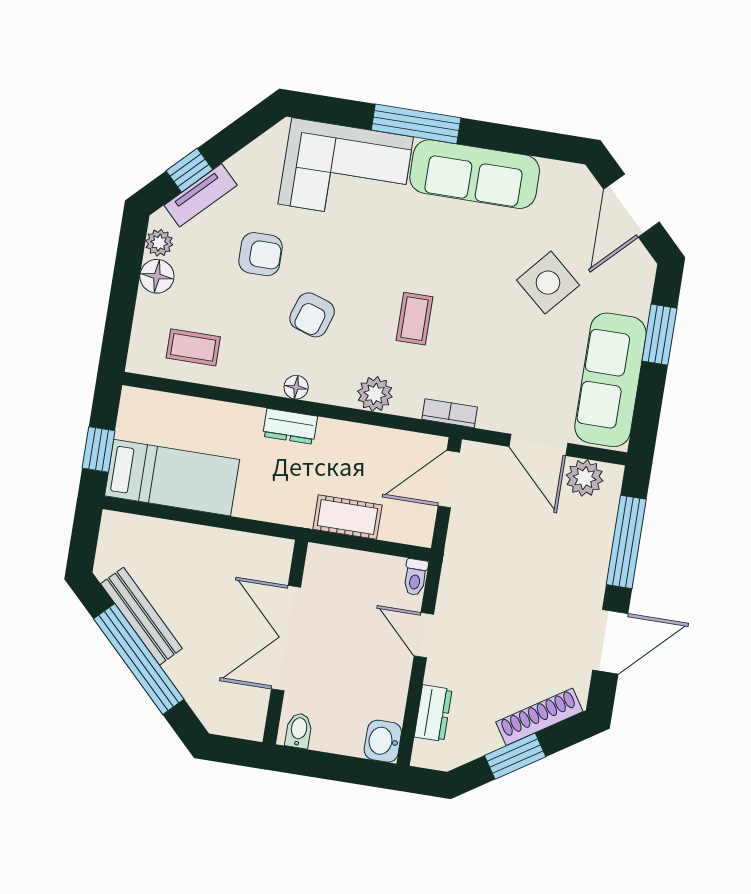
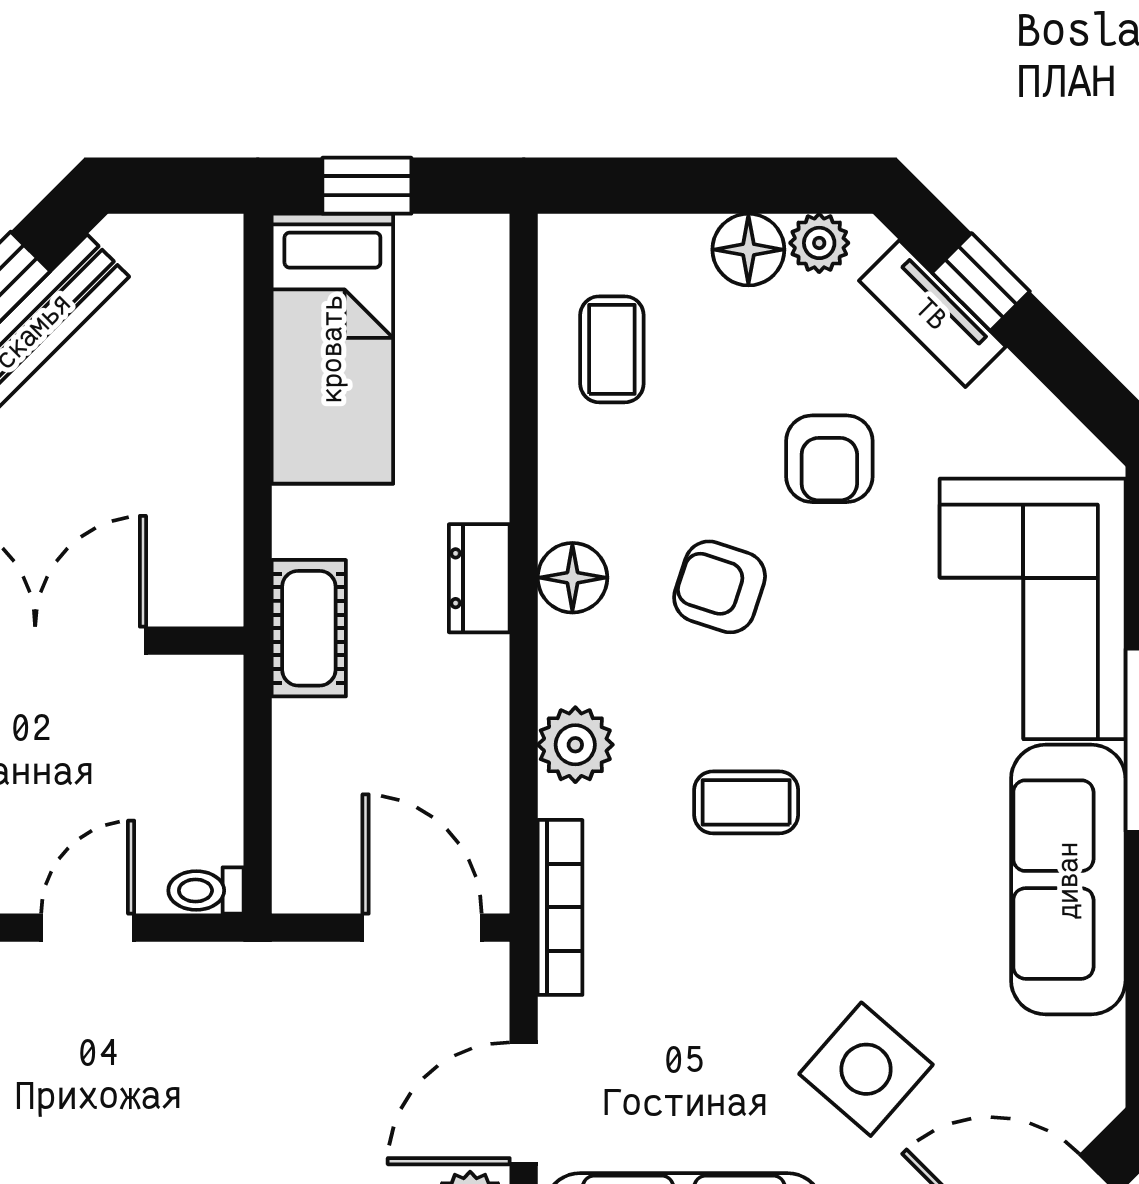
floor lamp: (296, 387) -> (572, 578), width x1.37, depth x1.37
bookcase: (450, 413) -> (560, 907), width x1.56
cot: (347, 517) -> (309, 628), moved

